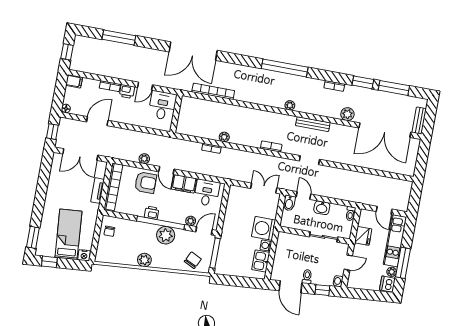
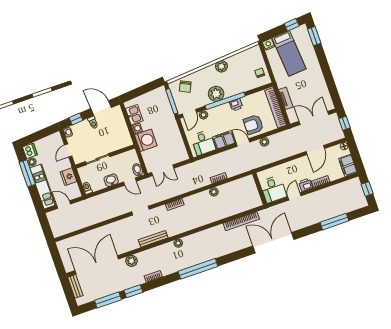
filing cabinet: (74, 81) -> (348, 165), width x2.00

